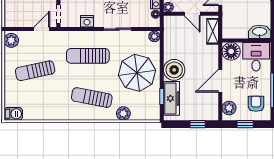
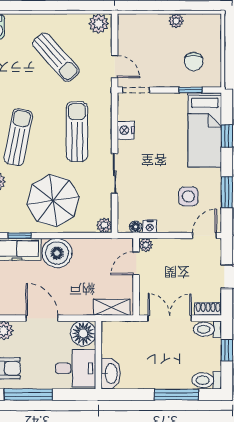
door: (192, 14) -> (136, 263), moved
sun lounger: (35, 71) -> (56, 57), turned 150

